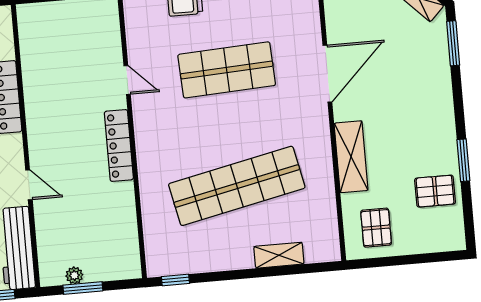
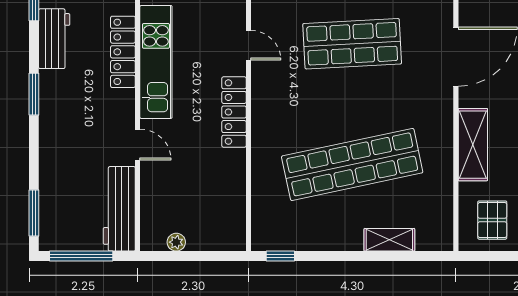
kitchen unit: (40, 104) -> (156, 62), added
window: (83, 288) -> (184, 256), removed

